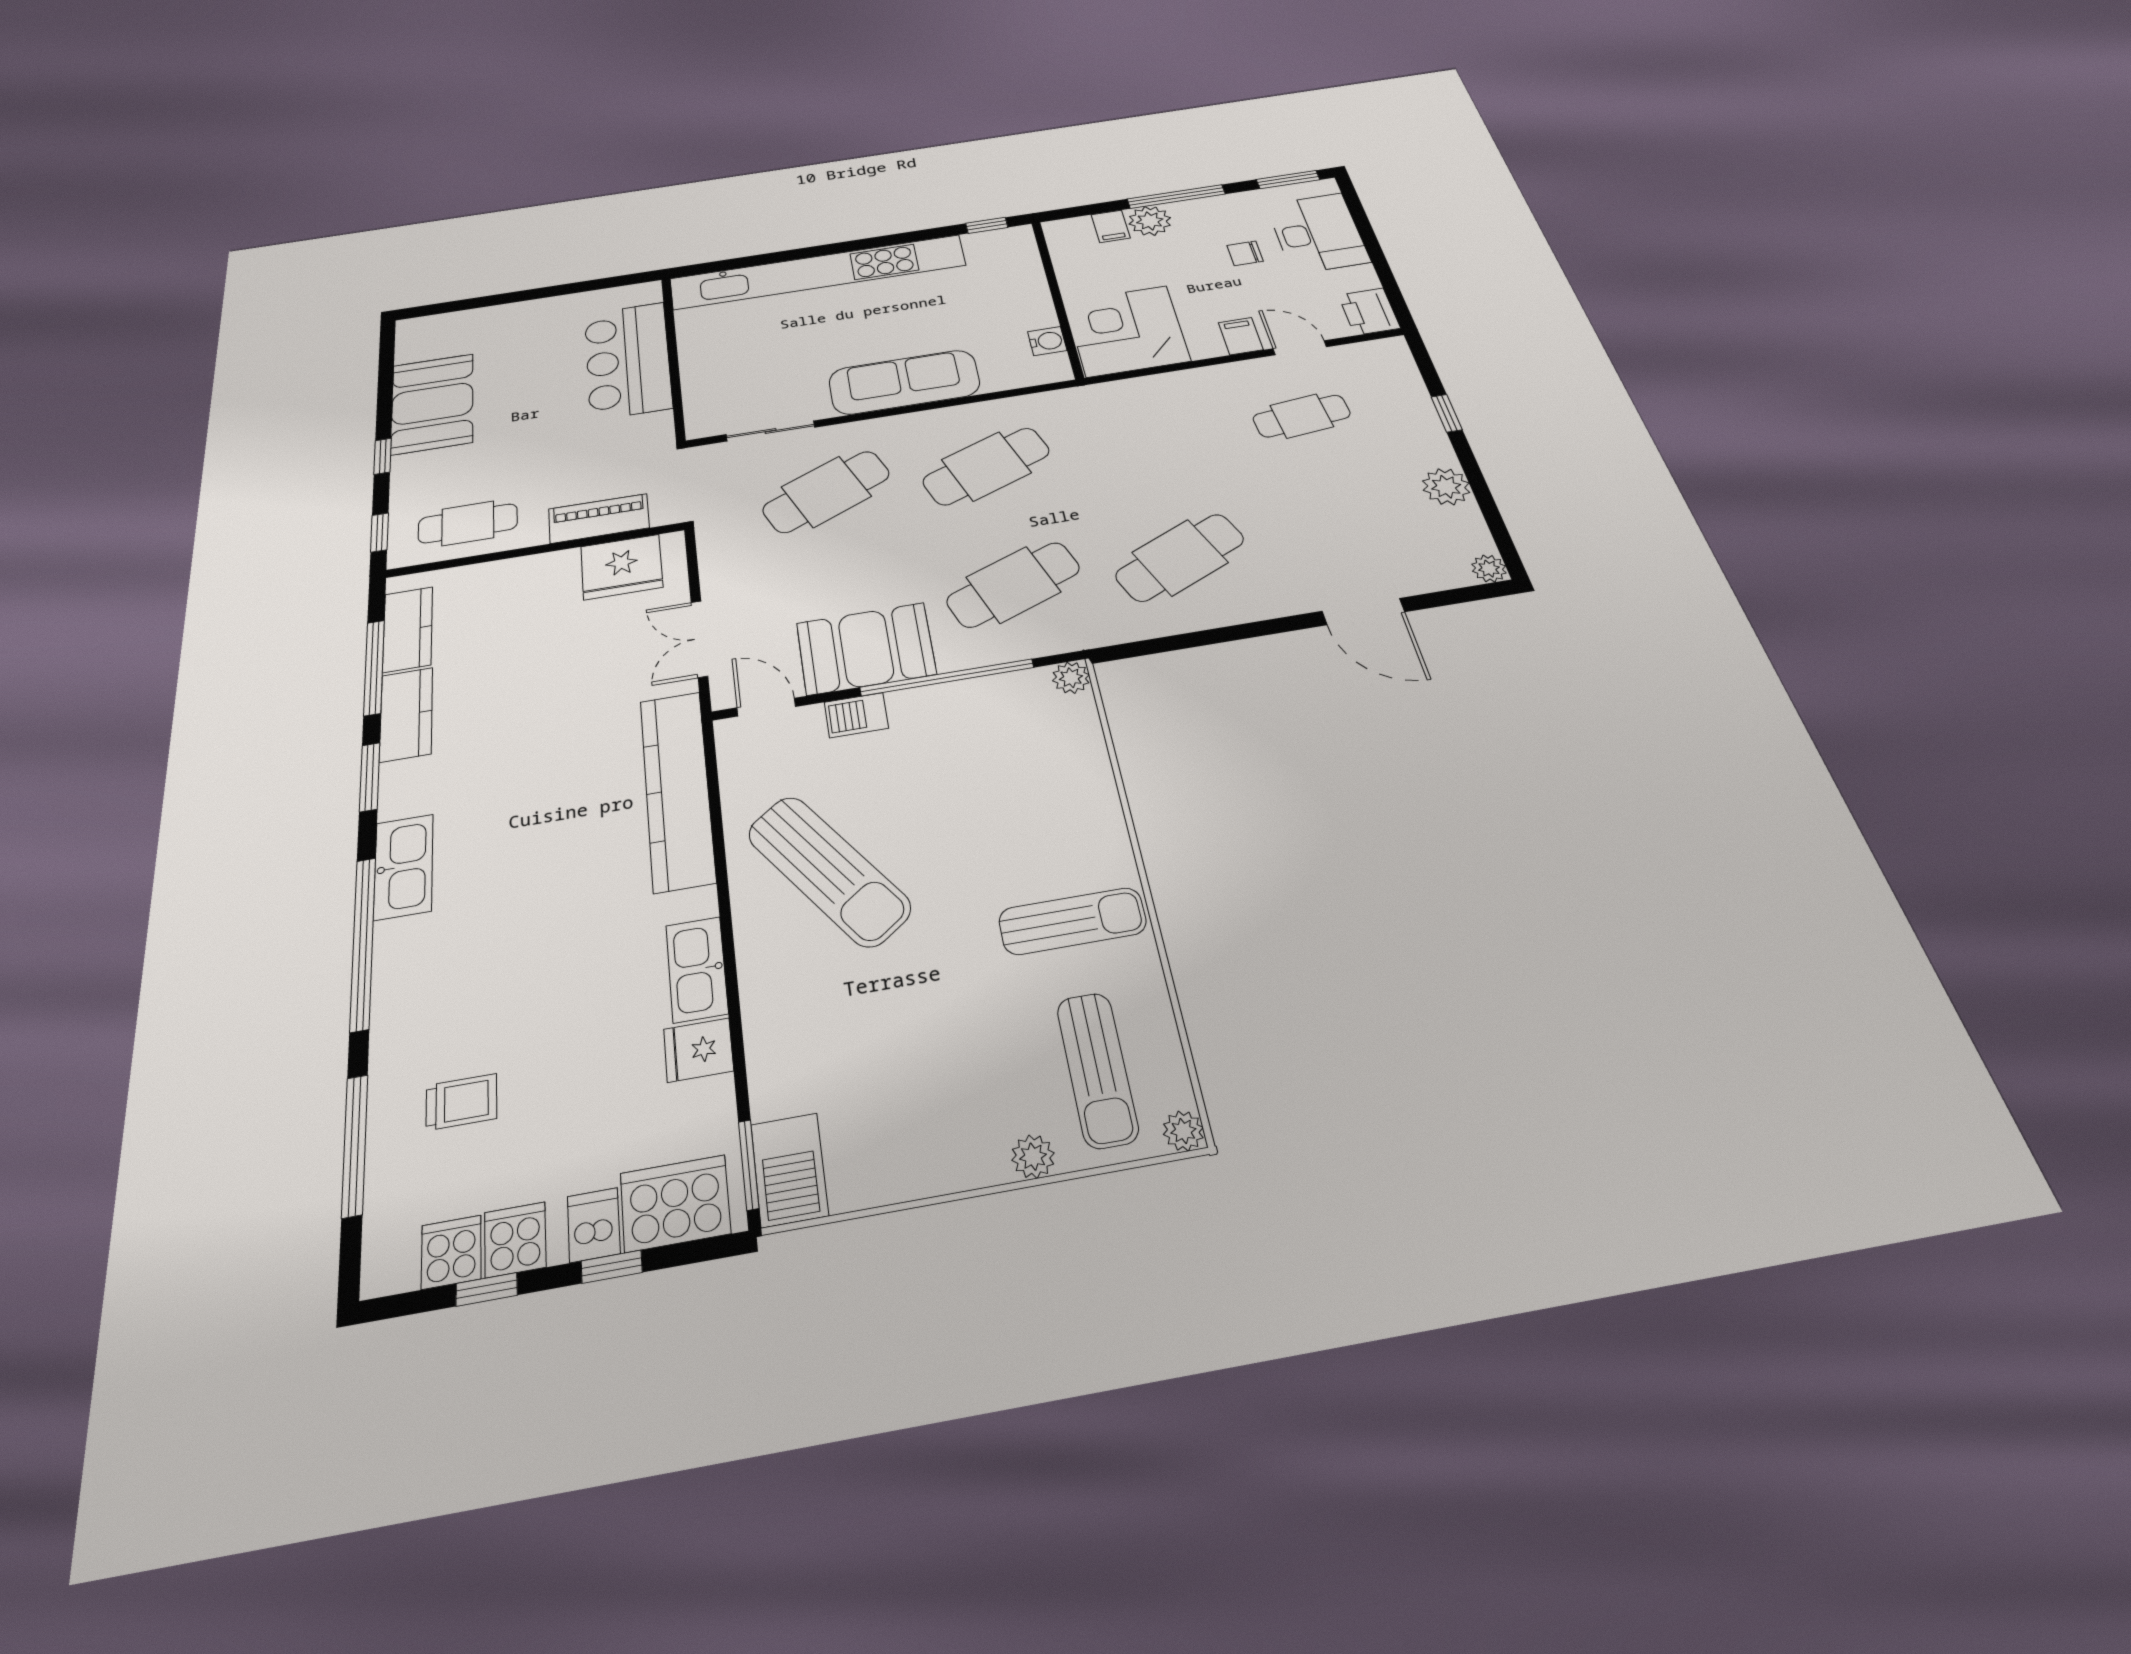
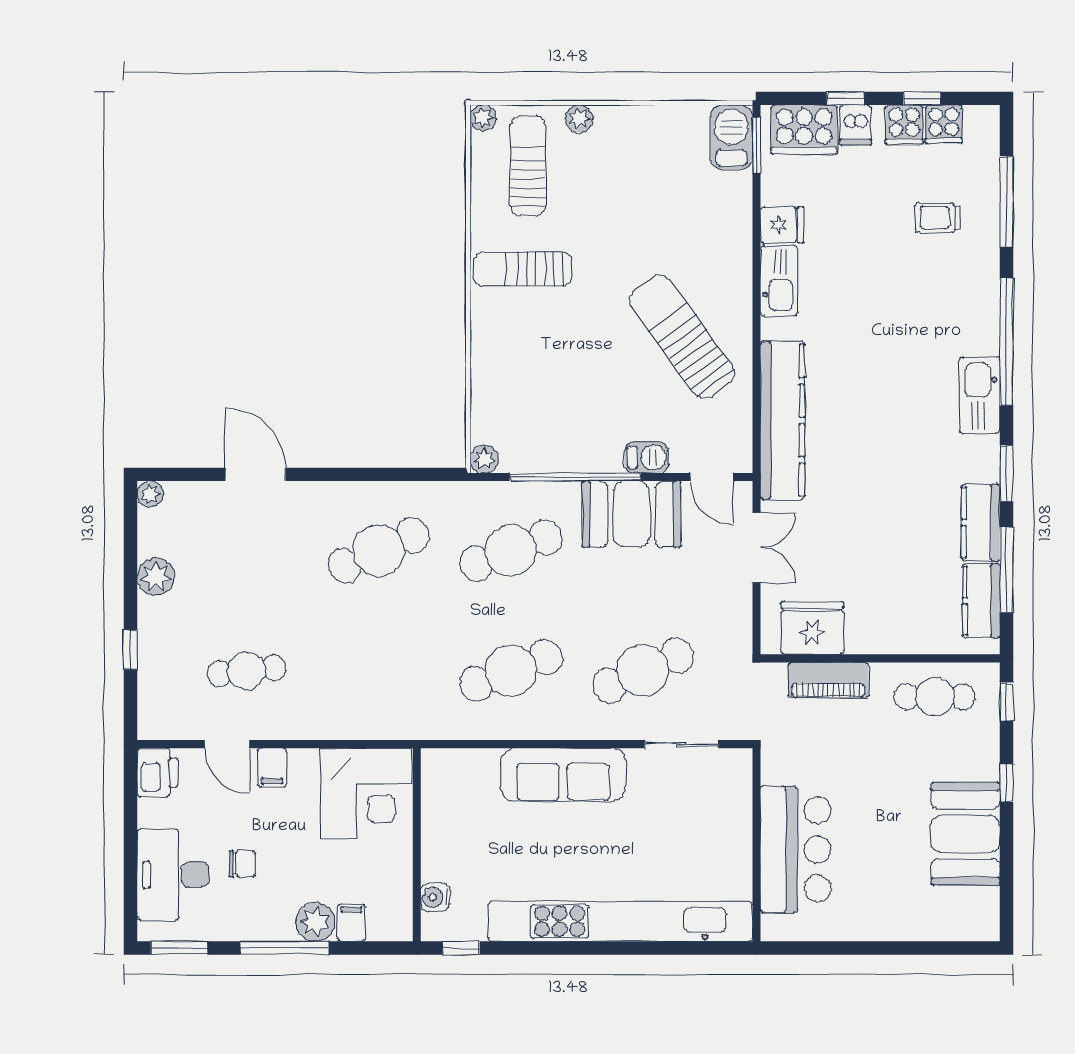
water cooler: (1047, 341) -> (435, 897), moved

